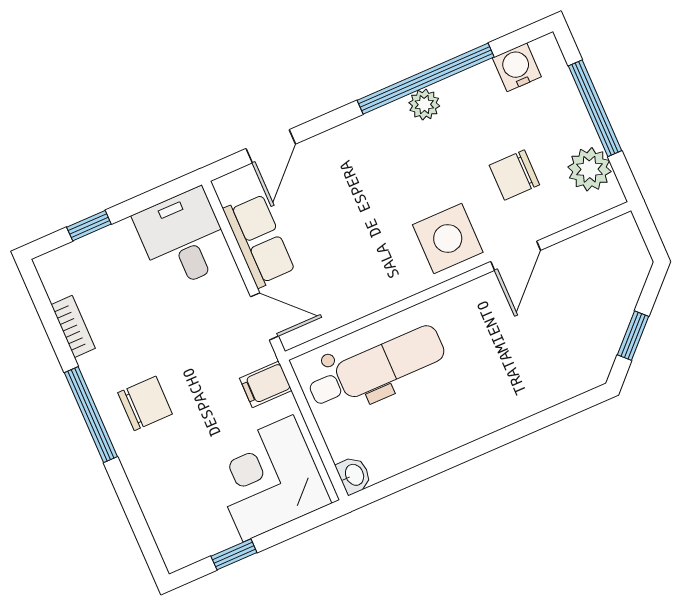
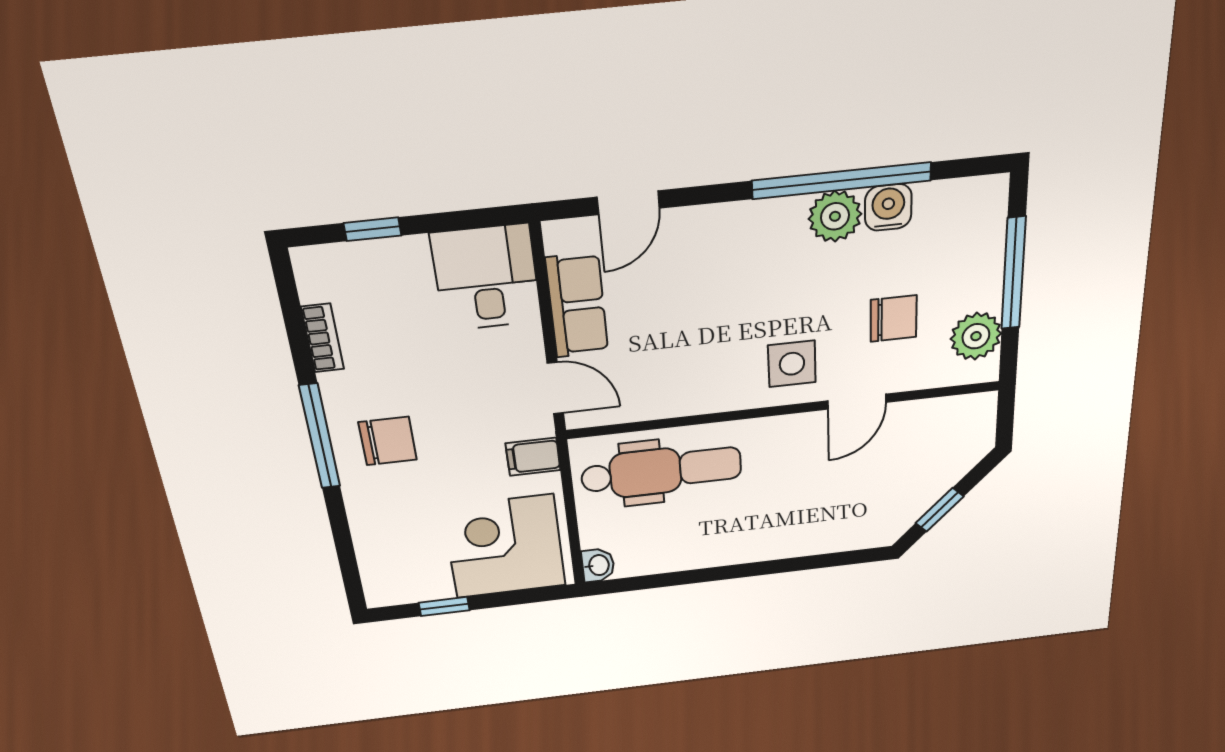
water cooler: (517, 67) -> (888, 207), moved
plant: (424, 104) -> (835, 216), width x1.38, depth x1.38
chair: (514, 175) -> (894, 318), turned 180
side table: (448, 238) -> (792, 364), width x0.73, depth x0.73

